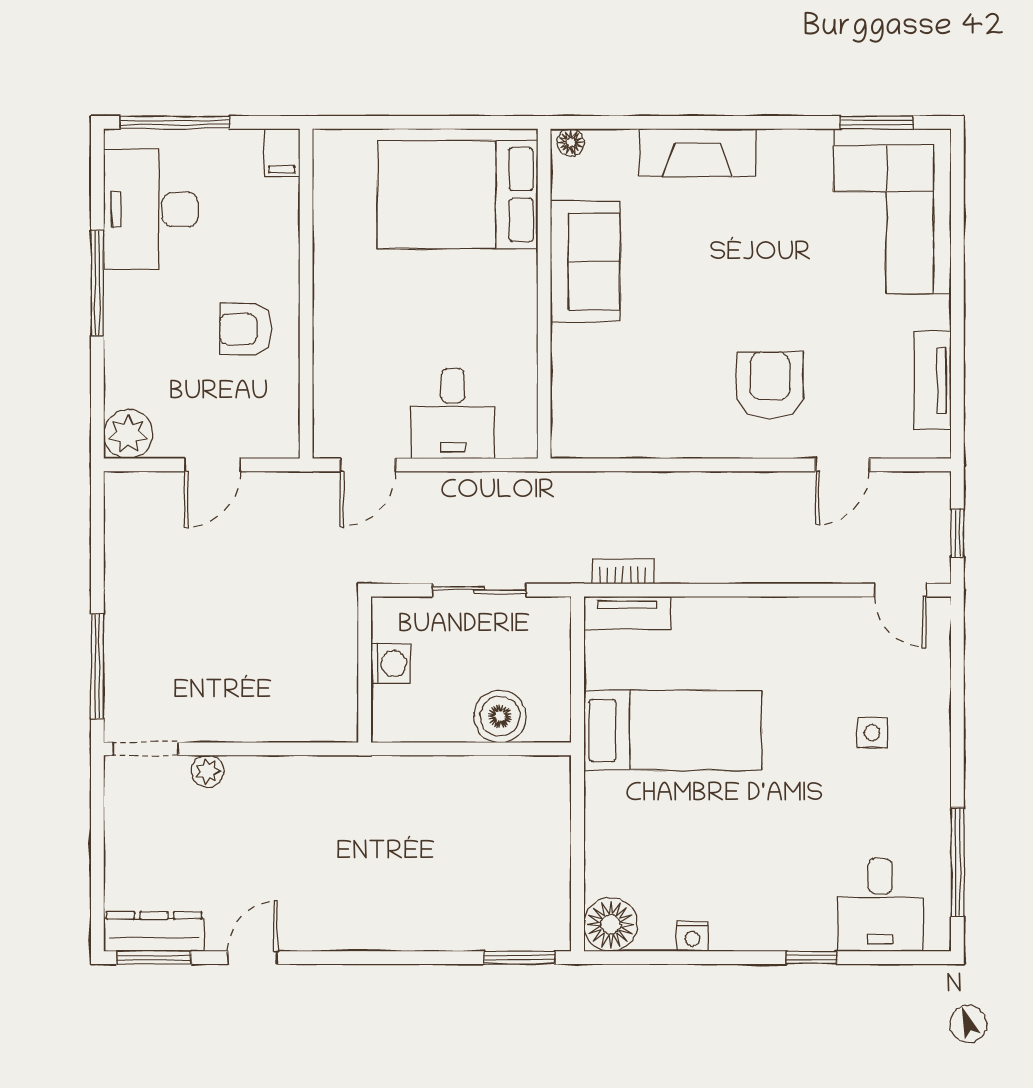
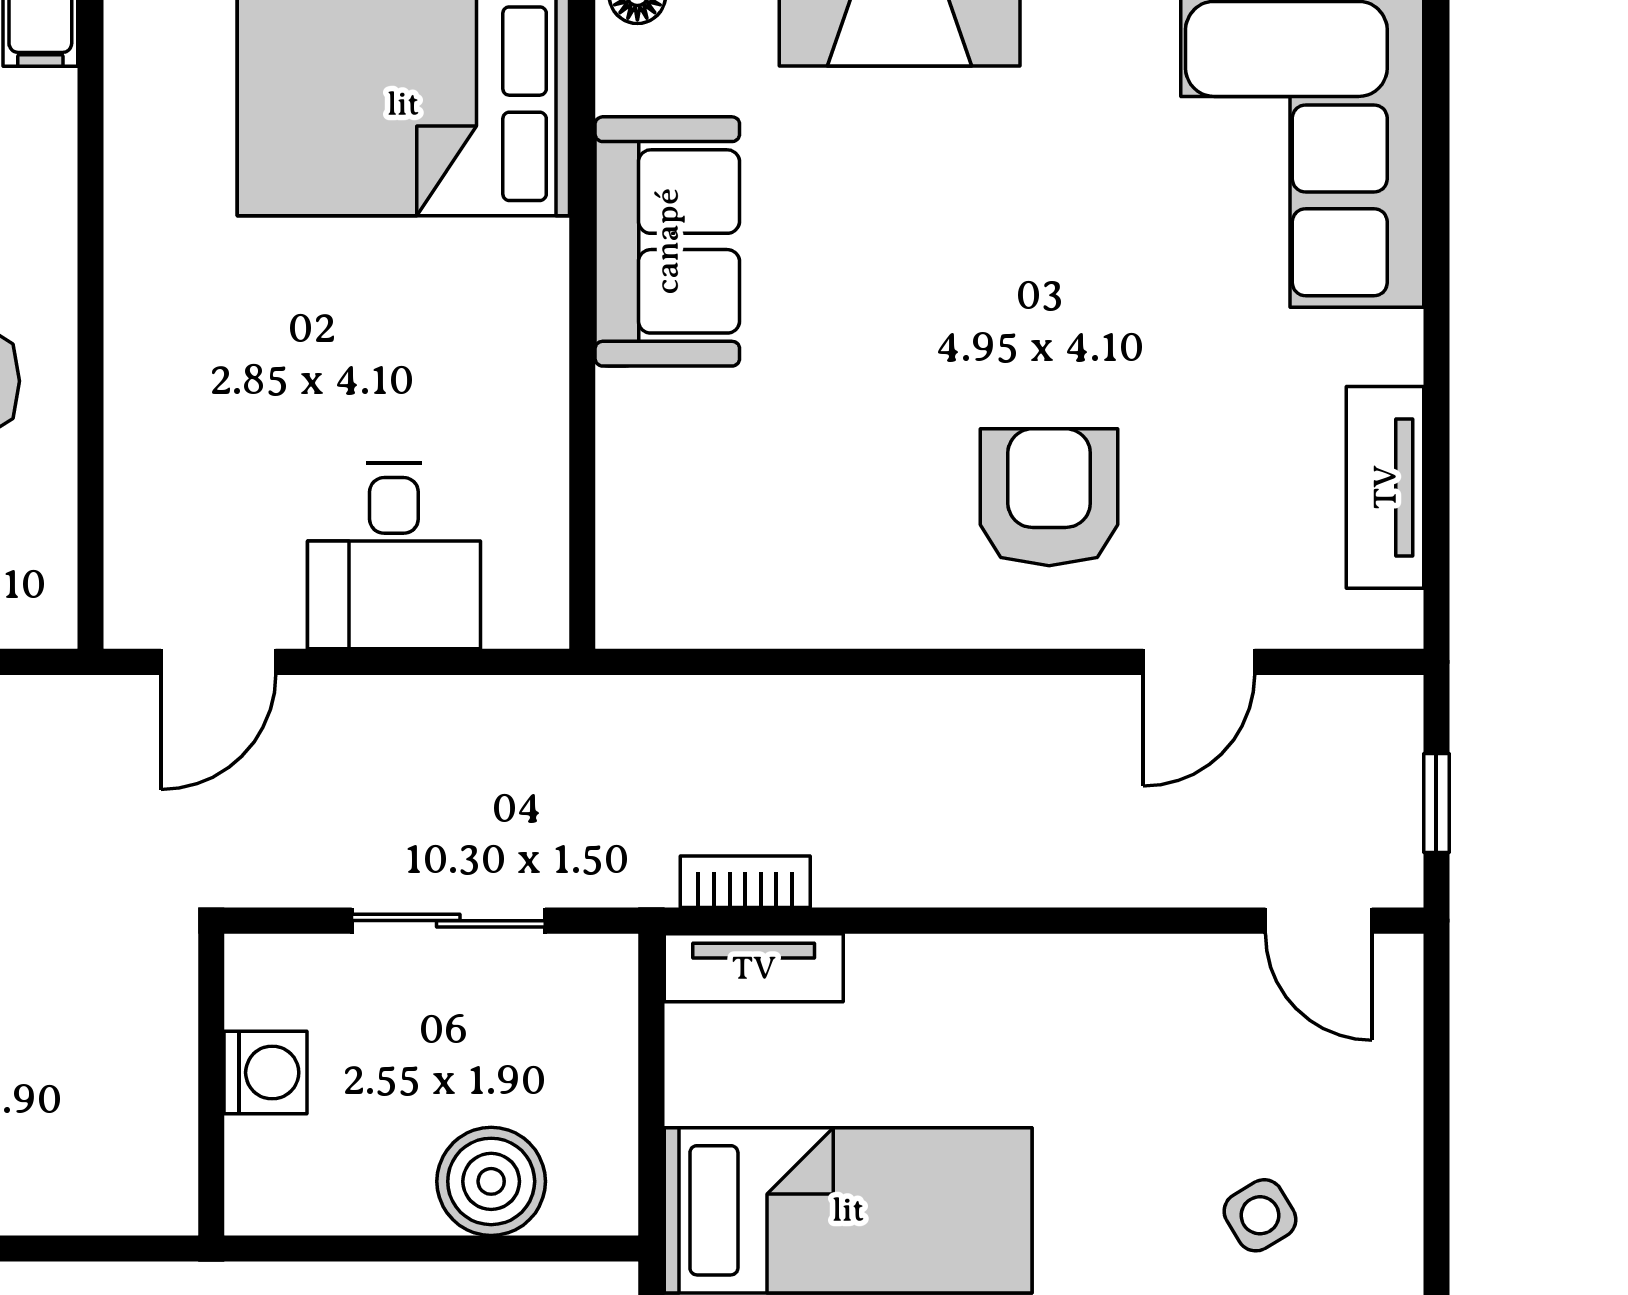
side table: (872, 733) -> (1260, 1215), turned -31

